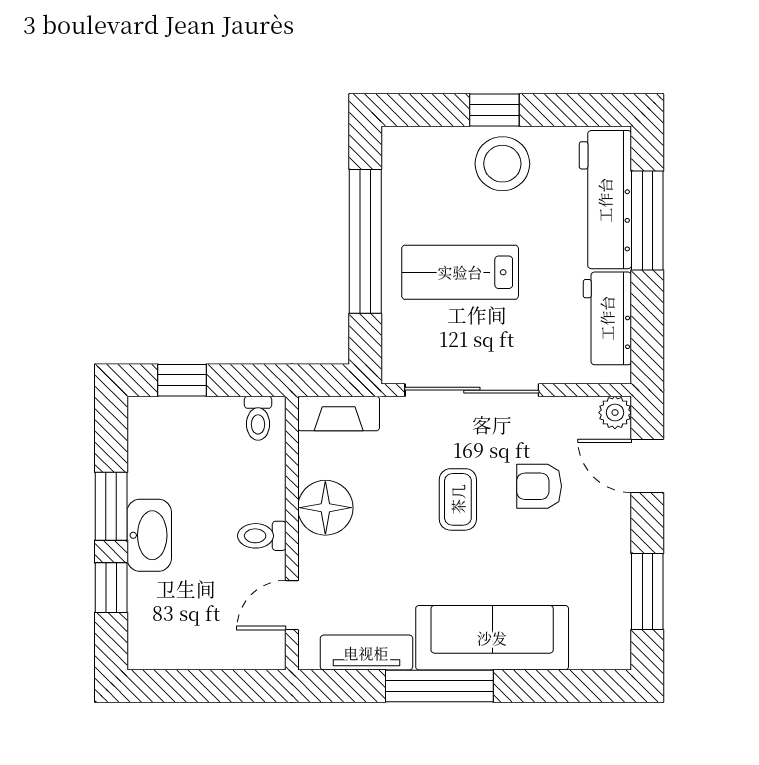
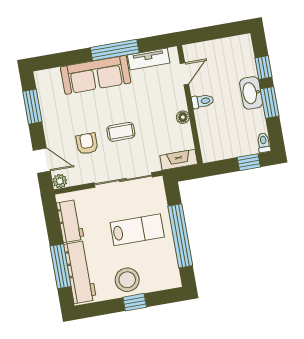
toilet: (258, 418) -> (264, 143), moved
armchair: (539, 486) -> (87, 144), turned -90
coffee table: (458, 499) -> (121, 132), turned 90
floor lamp: (325, 508) -> (183, 117), width x0.53, depth x0.53

